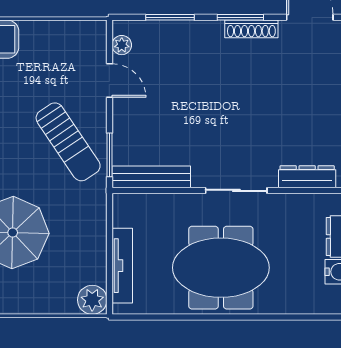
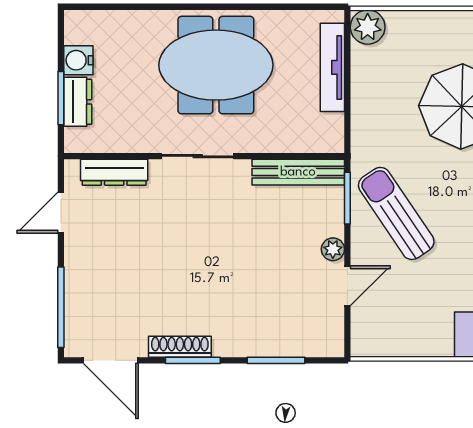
plant: (122, 45) -> (333, 249), moved
door: (109, 81) -> (347, 286), swing flipped

